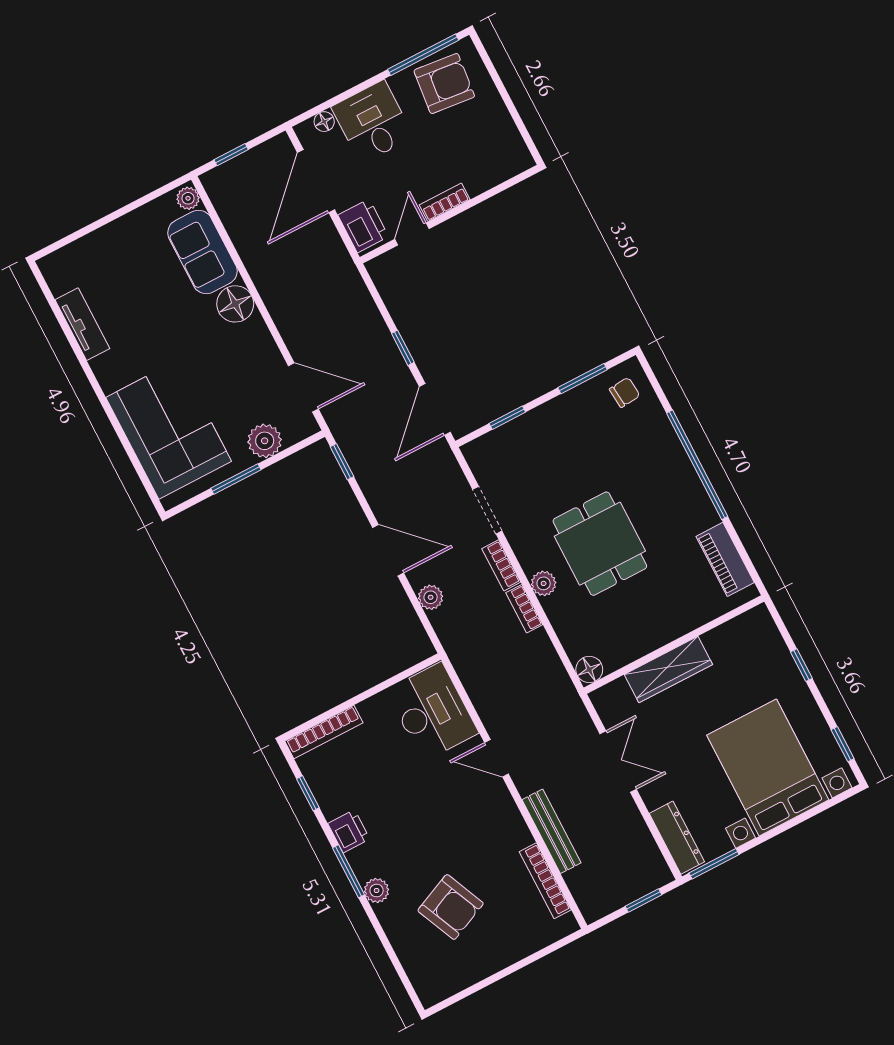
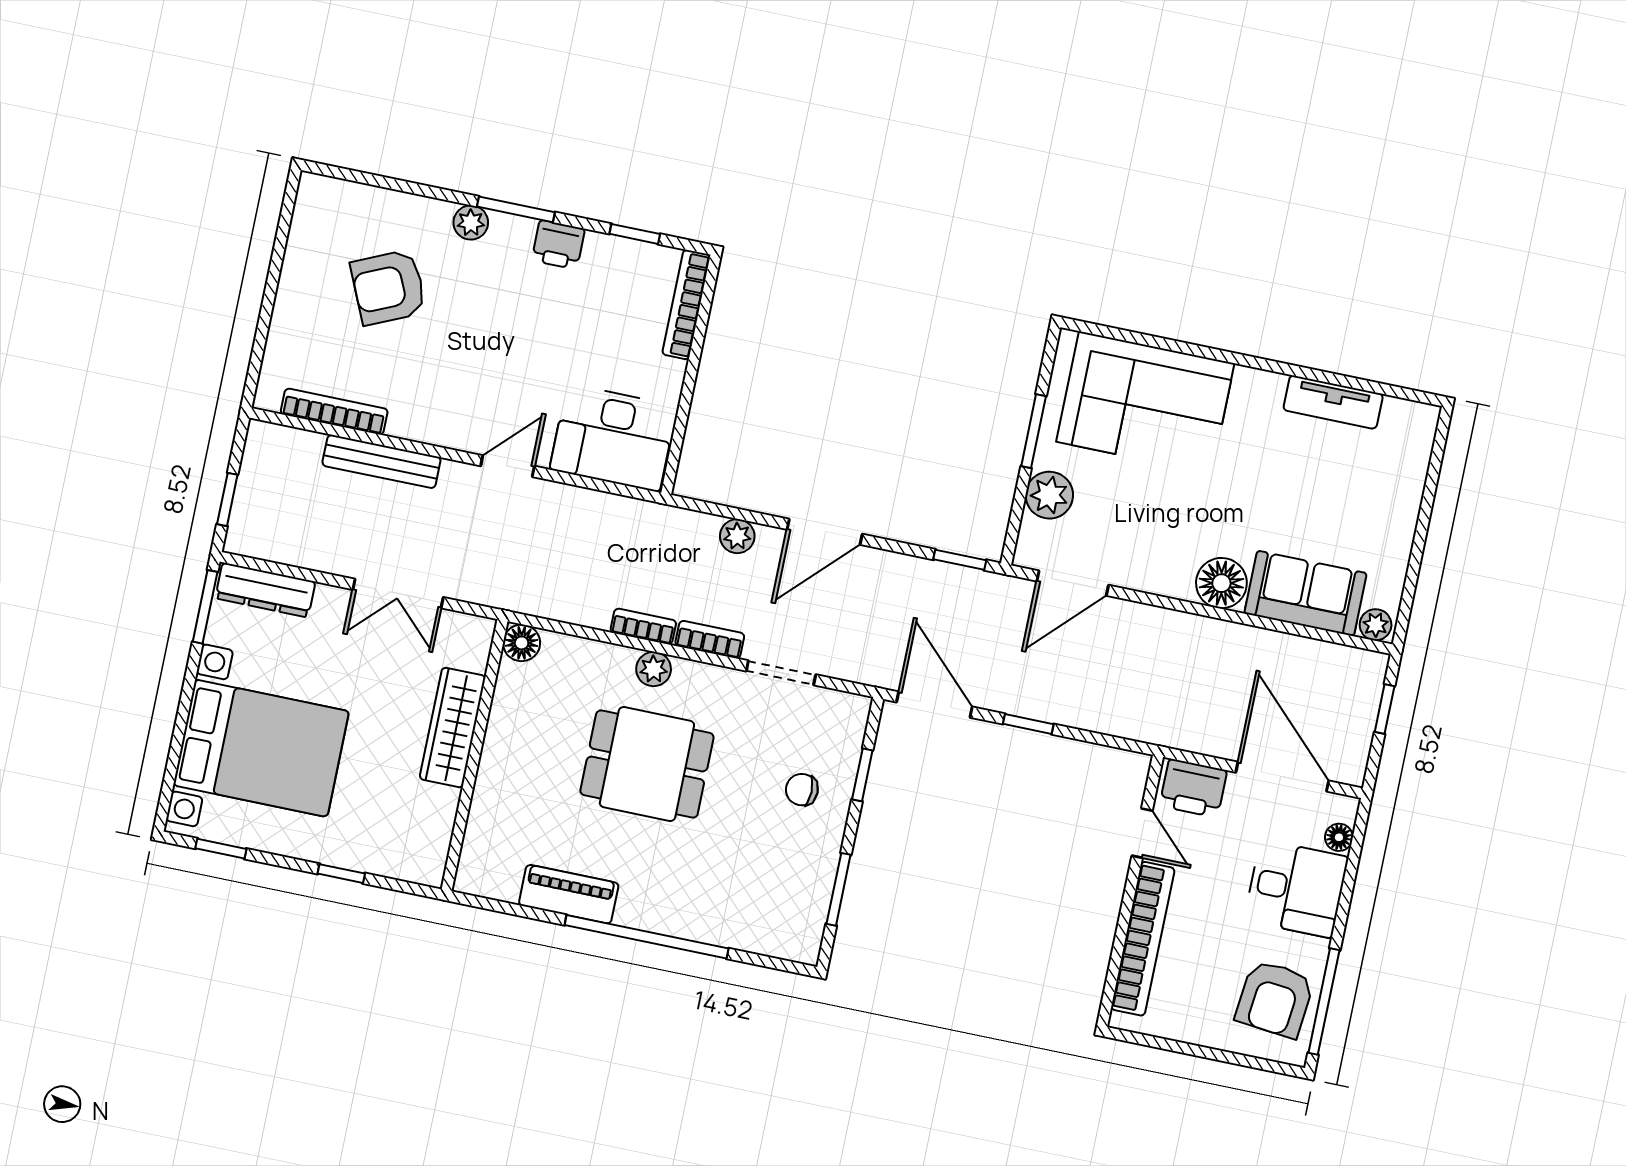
bookcase: (445, 202) -> (1143, 939), width x2.31, depth x1.31
chair: (625, 392) -> (802, 790), moved, turned 95
piano: (725, 559) -> (569, 894), moved

